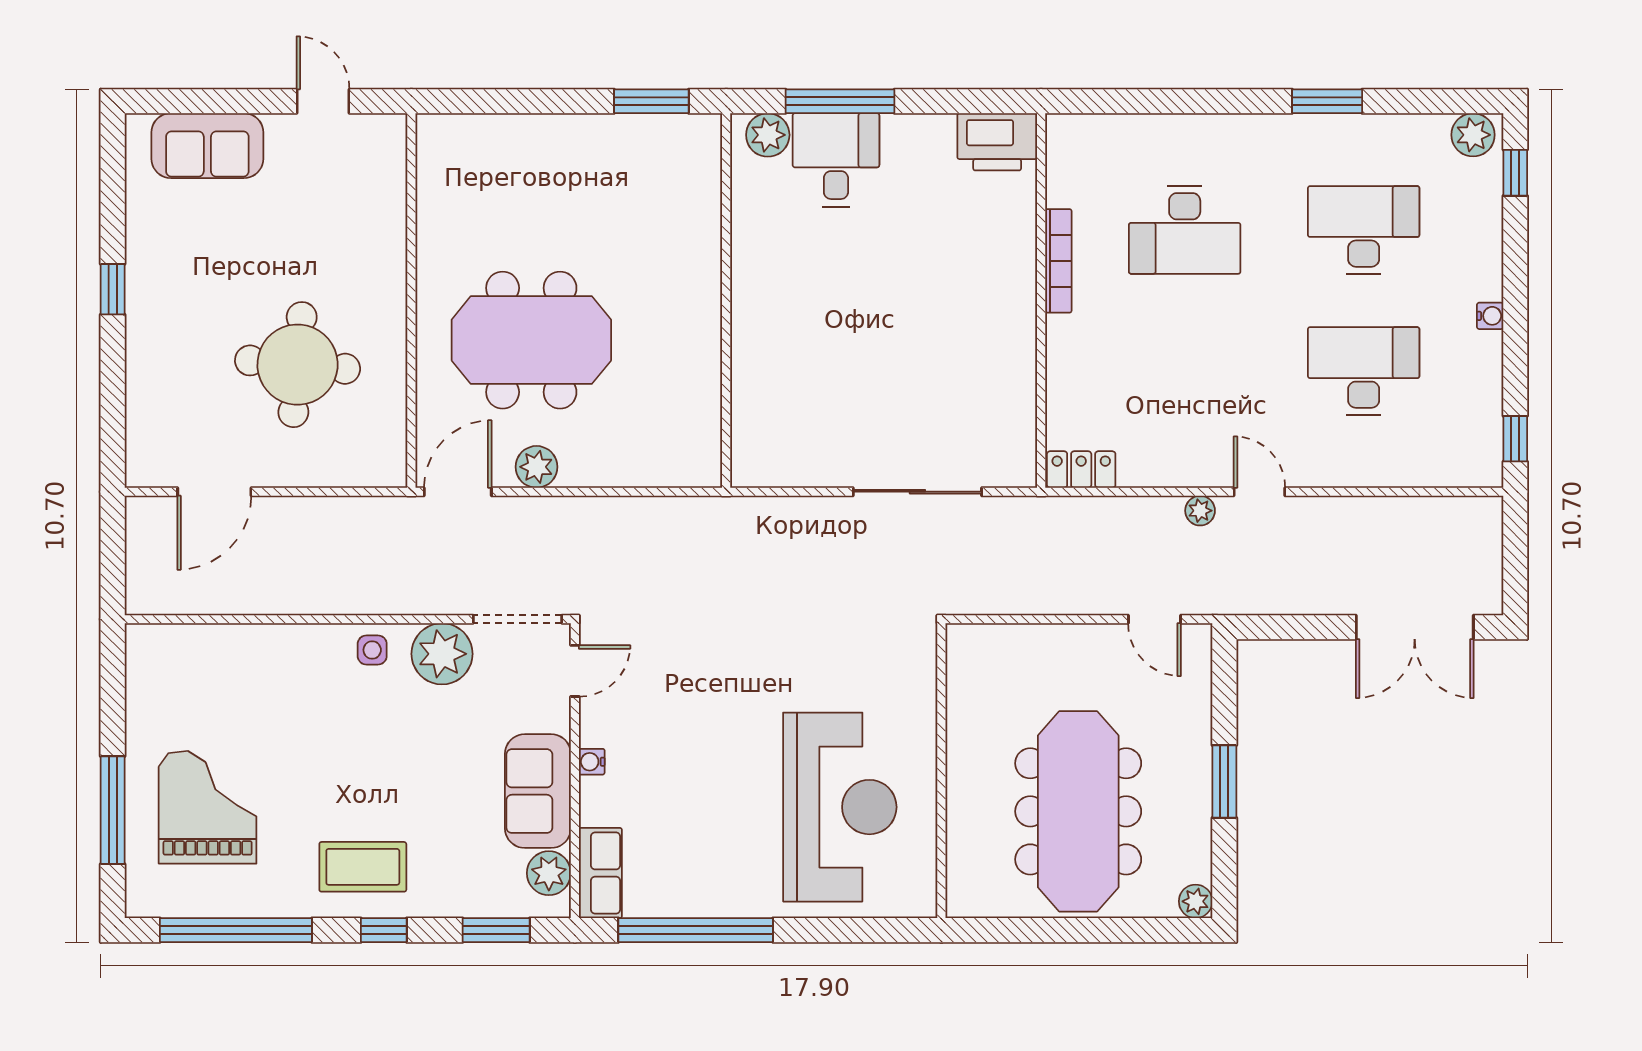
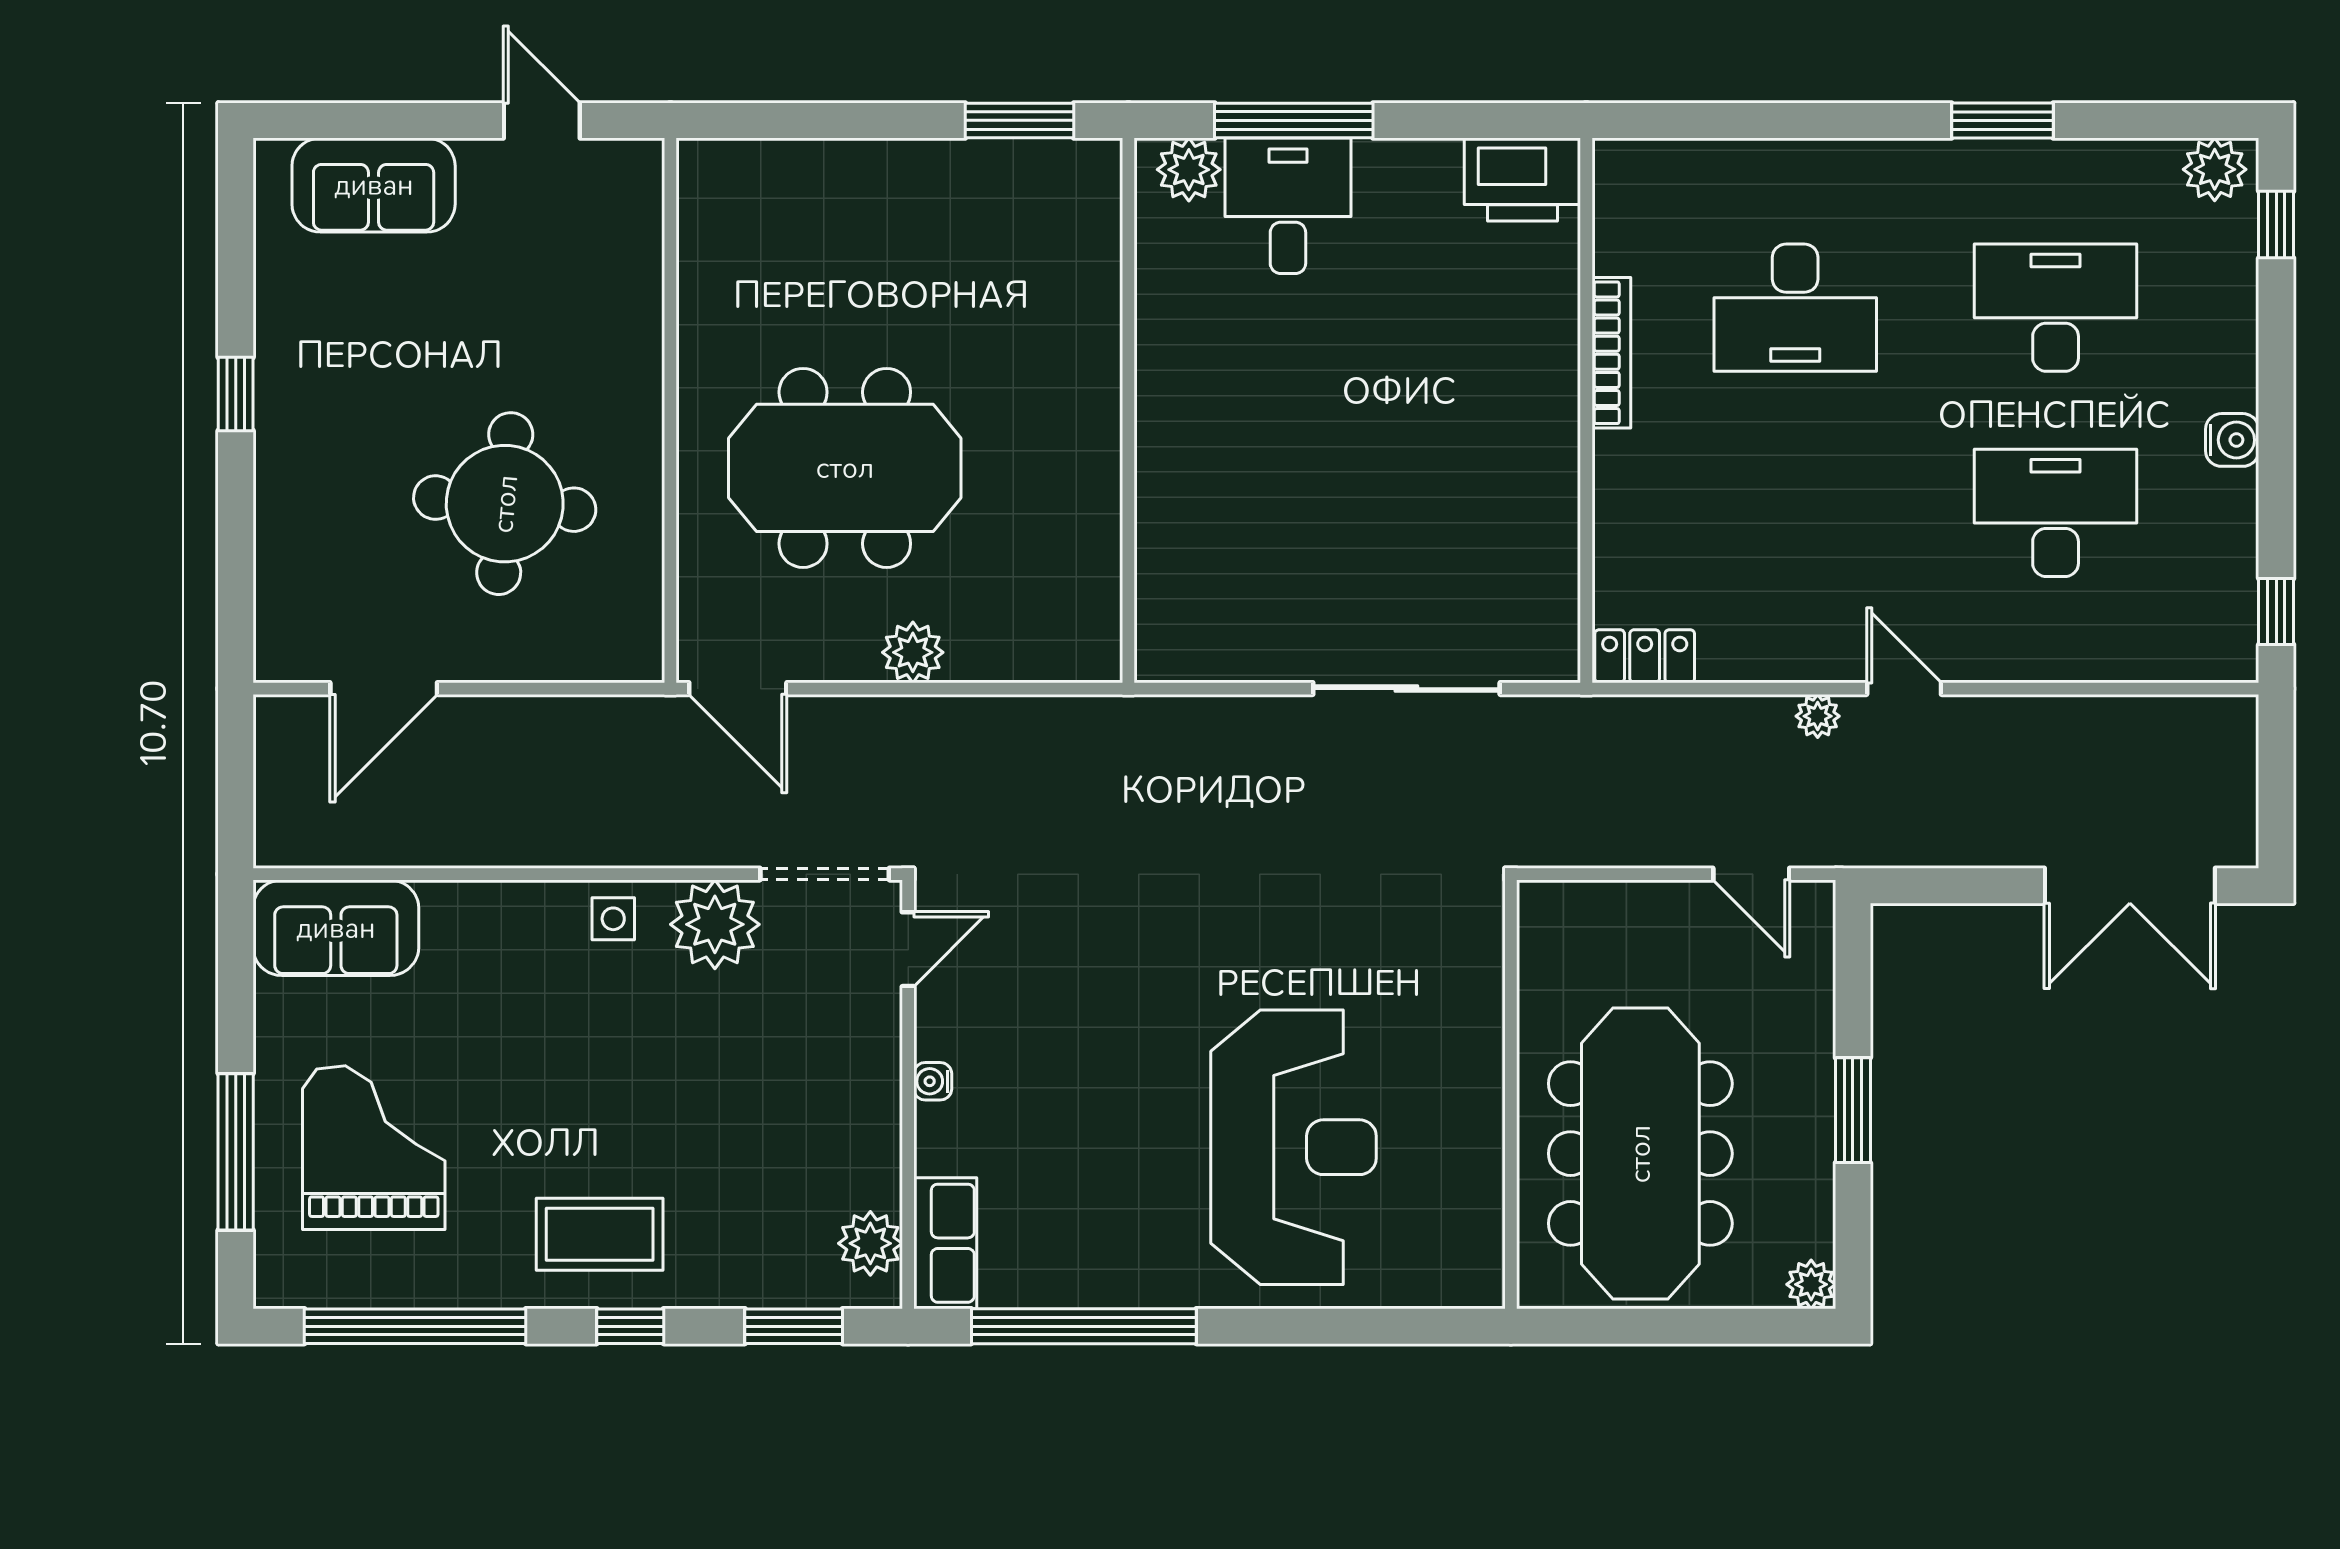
water cooler: (1490, 316) -> (2232, 440), width x1.38, depth x1.38
plant: (536, 467) -> (913, 652), moved
door: (458, 492) -> (738, 689), swing flipped
wall: (941, 771) -> (1511, 1094), moved
sofa: (538, 791) -> (336, 928), moved, turned -90

